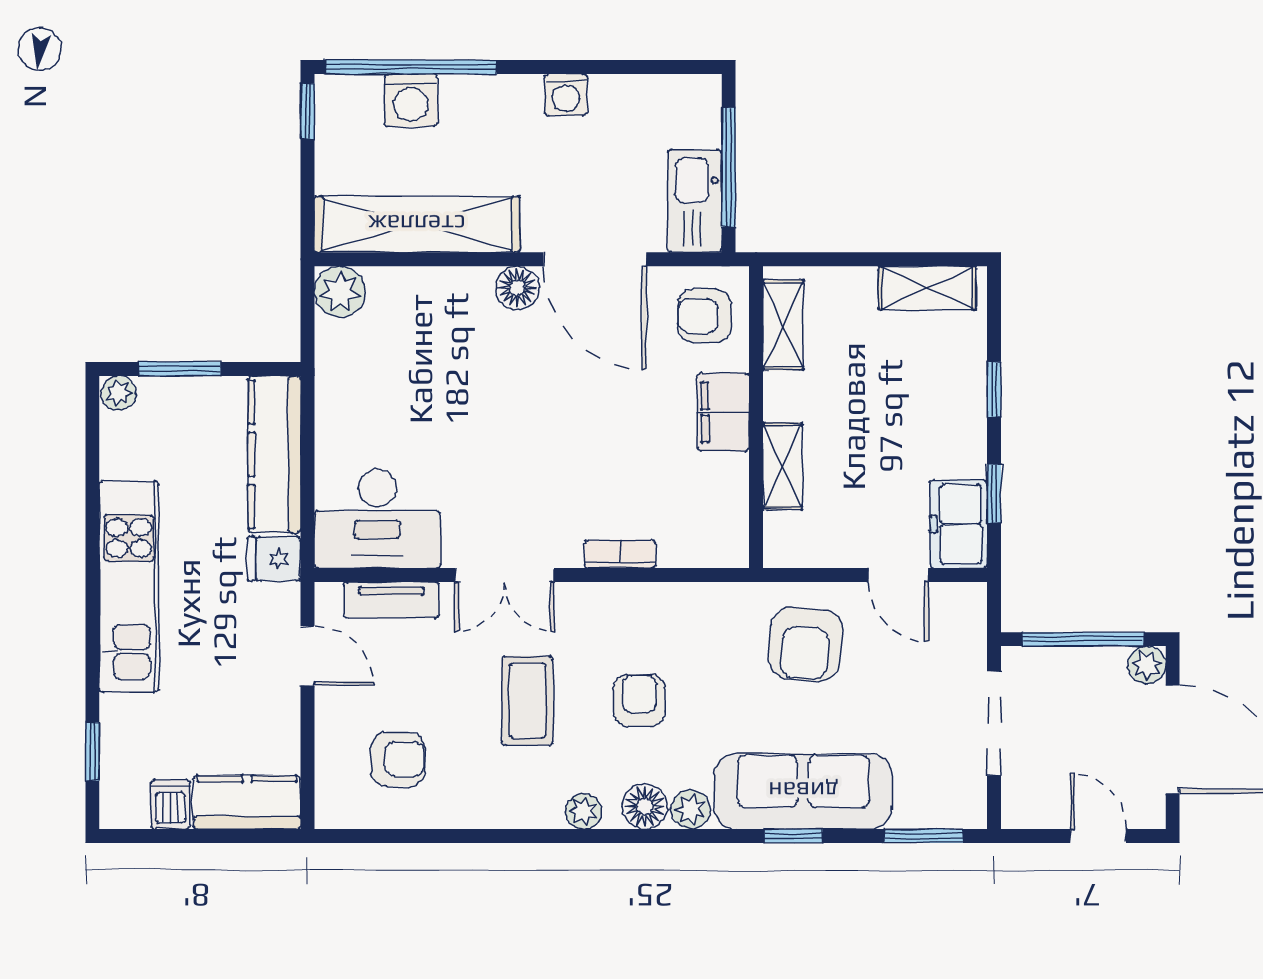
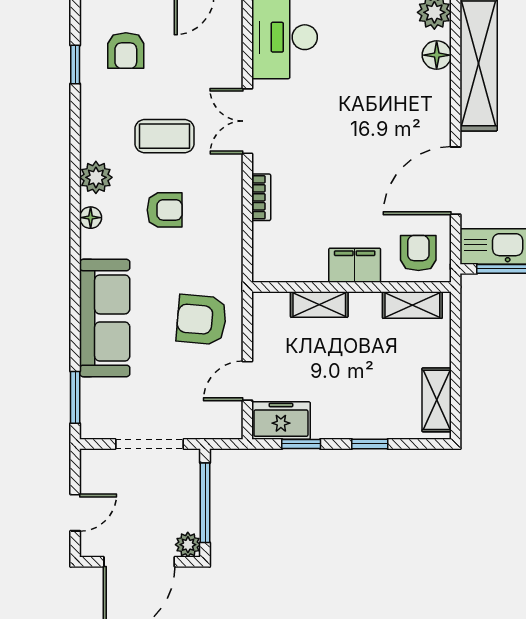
floor lamp: (517, 288) -> (437, 55), moved
tv unit: (391, 600) -> (231, 46), removed
floor lamp: (645, 807) -> (91, 218), width x0.73, depth x0.73
plant: (691, 810) -> (93, 244), removed
plant: (583, 811) -> (96, 177), width x1.38, depth x1.38
window: (794, 836) -> (75, 64), moved

